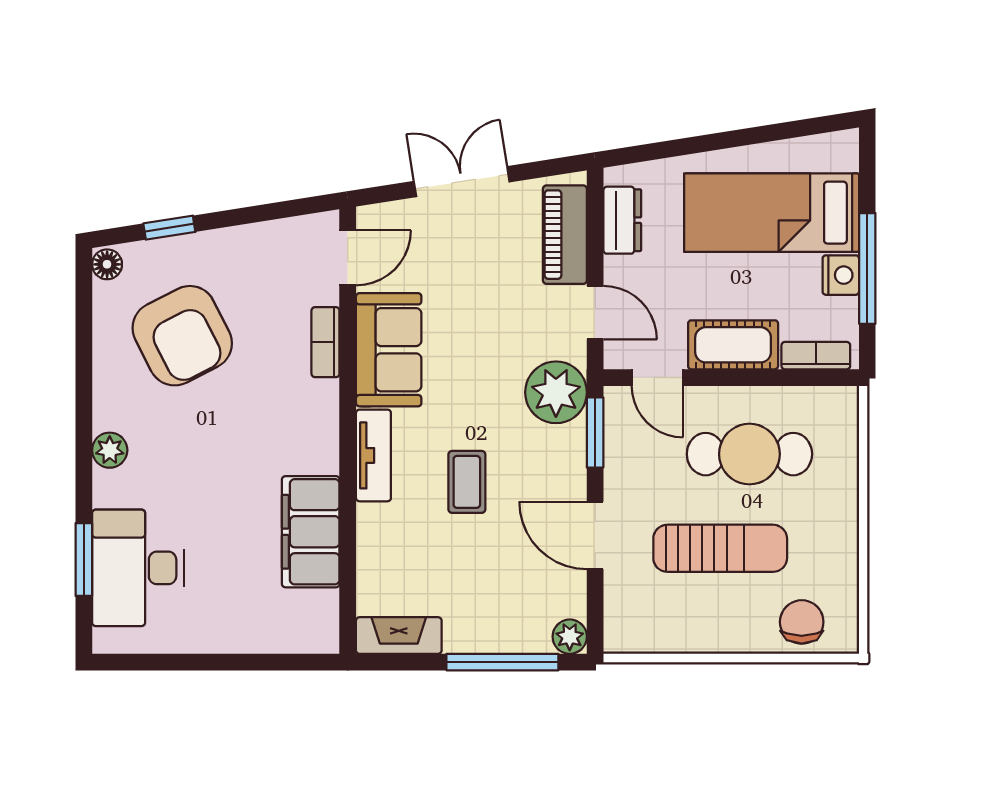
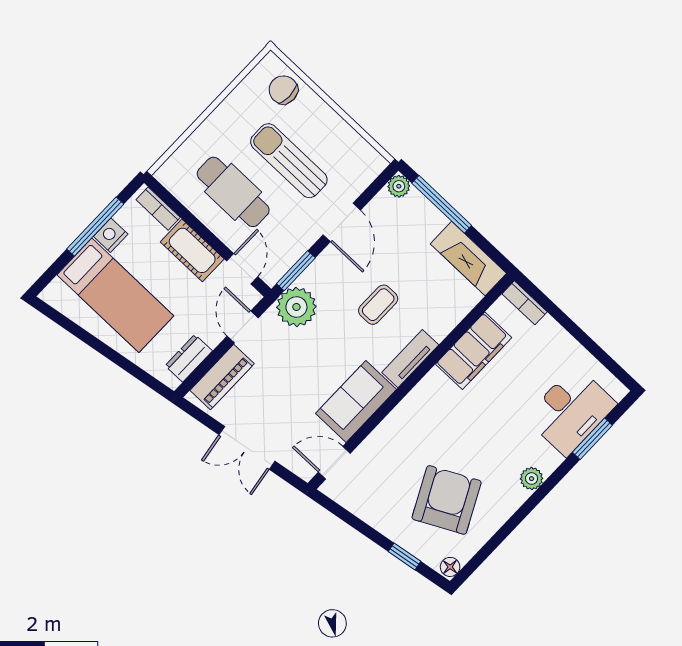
bookcase: (325, 342) -> (525, 303), moved, turned 90
chair: (802, 622) -> (283, 90), turned 90
fireplace: (399, 636) -> (468, 259), width x1.37, depth x1.32

